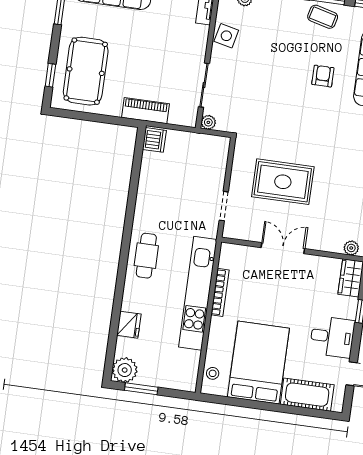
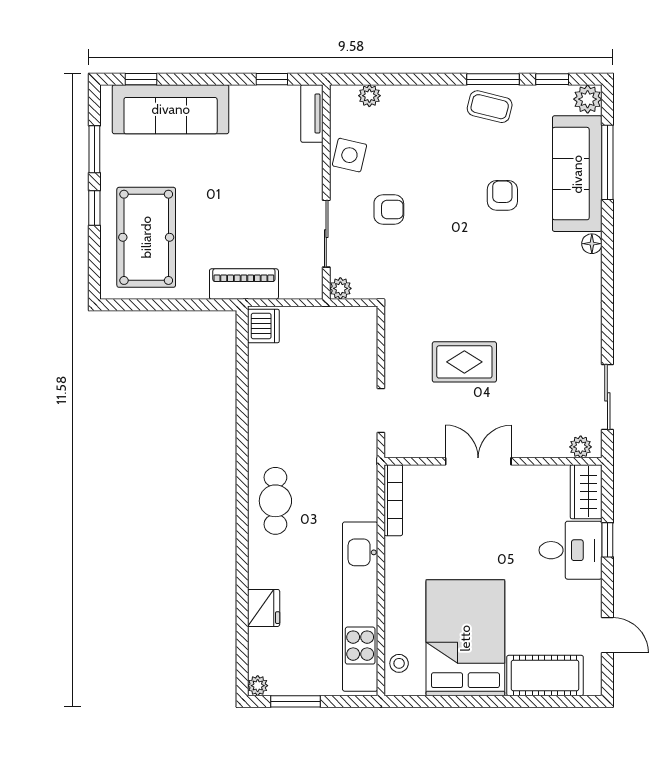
window: (50, 75) -> (94, 208), moved
armchair: (247, 75) -> (389, 209), added
rug: (283, 182) -> (464, 362), width x0.73, depth x0.70
bookcase: (220, 292) -> (393, 500), moved
kitchen unit: (198, 293) -> (360, 607), moved
desk: (332, 337) -> (570, 550), moved
plant: (125, 370) -> (258, 686), width x0.53, depth x0.53

